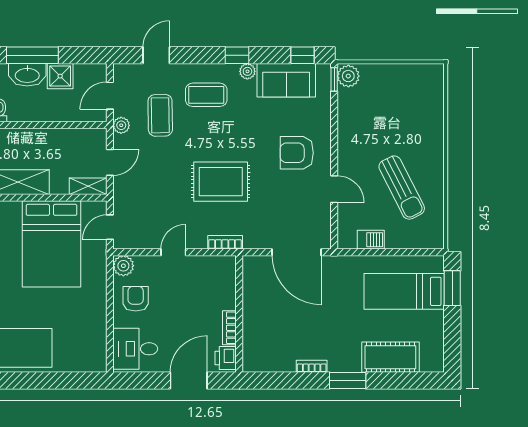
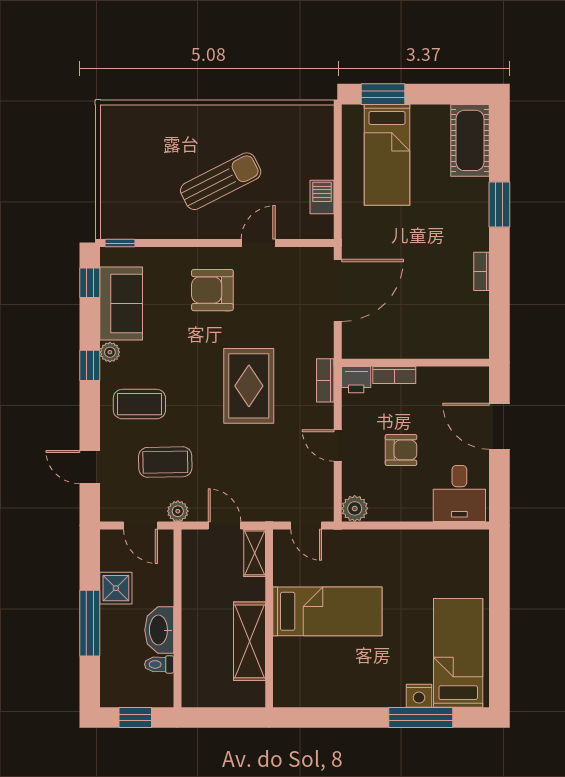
washbasin: (27, 75) -> (159, 630), moved, turned 180
plant: (348, 76) -> (116, 225), removed
coffee table: (206, 95) -> (139, 404), turned 90
armchair: (297, 153) -> (212, 290), turned 90
sun lounger: (402, 188) -> (221, 181), moved
bed: (51, 244) -> (327, 611), width x0.67
armchair: (136, 299) -> (401, 450), moved, turned 180
bookcase: (229, 328) -> (394, 375), moved
cot: (390, 357) -> (470, 140), moved
printer: (226, 358) -> (356, 380), moved
window: (348, 381) -> (499, 205), moved

